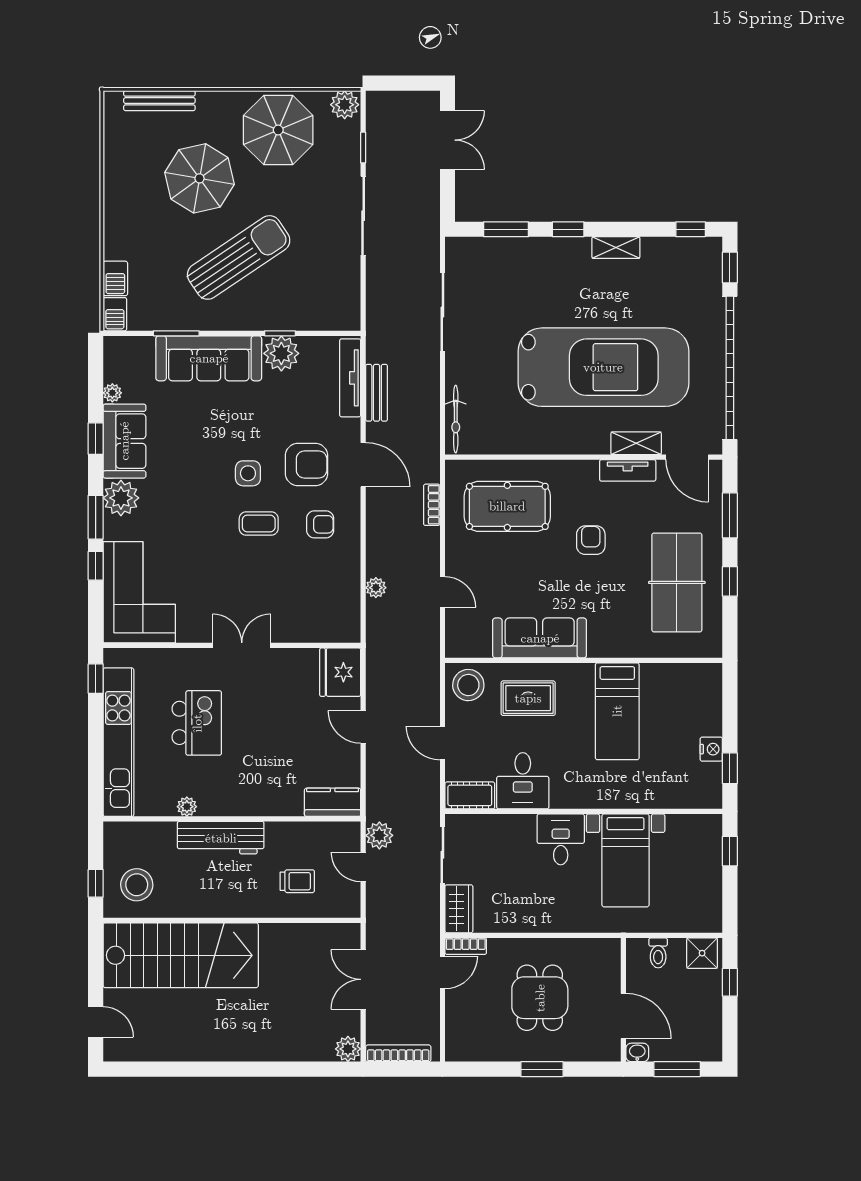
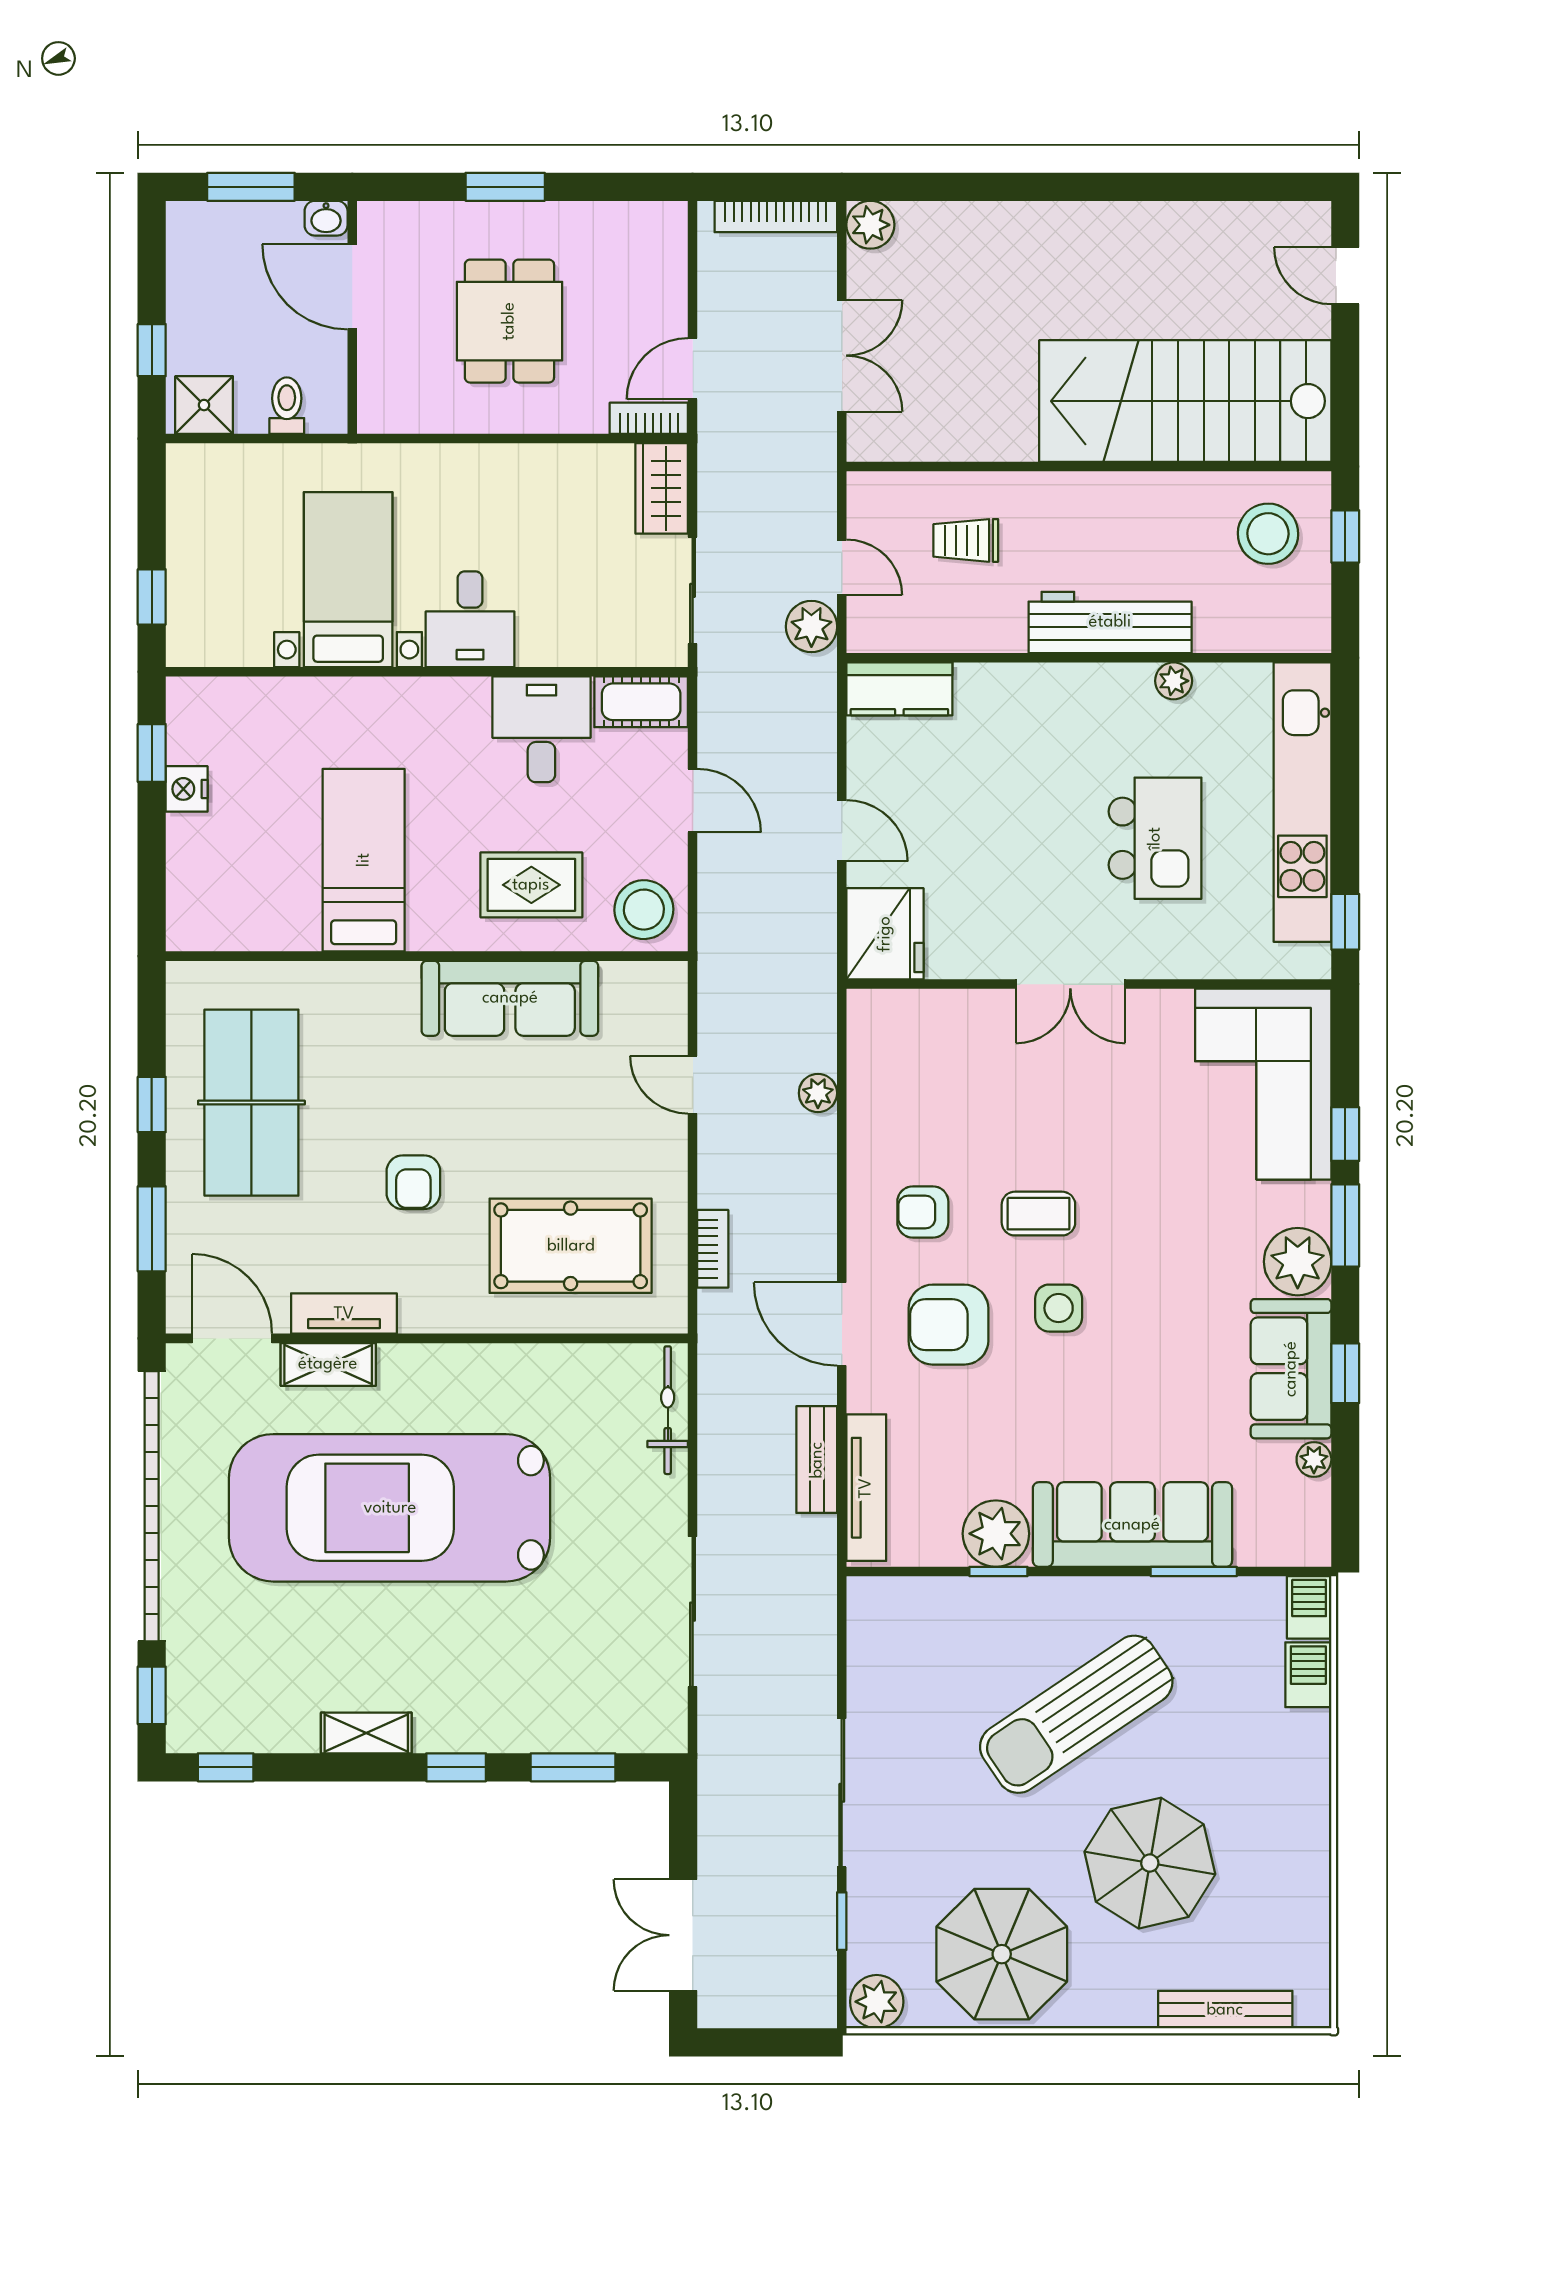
kitchen island: (197, 723) -> (1155, 838), turned 180

